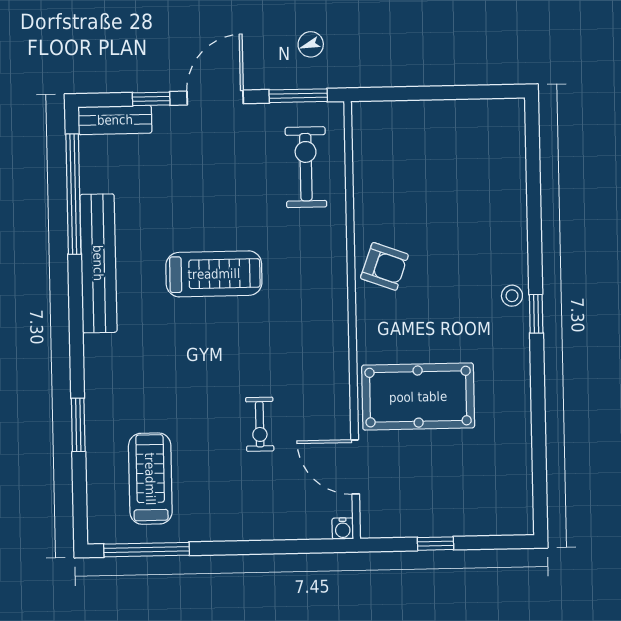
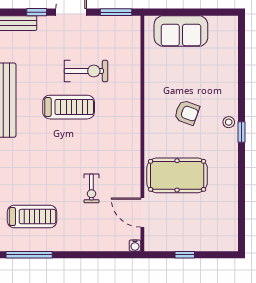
sofa: (420, 128) -> (181, 31), added
exercise bike: (306, 167) -> (86, 71), moved, turned 90
armchair: (384, 266) -> (187, 113), moved
treadmill: (150, 479) -> (32, 217), turned 90

